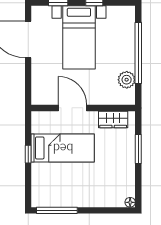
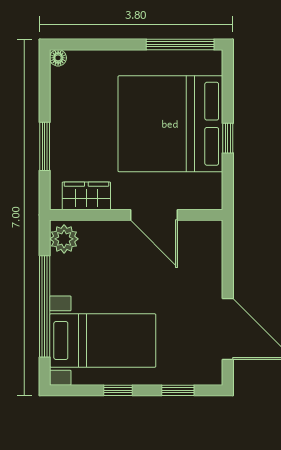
bed with nightstands: (79, 37) -> (103, 341), moved, turned 90
plant: (127, 80) -> (64, 239), moved
bed: (63, 148) -> (170, 124), width x2.04

